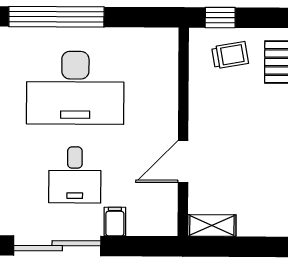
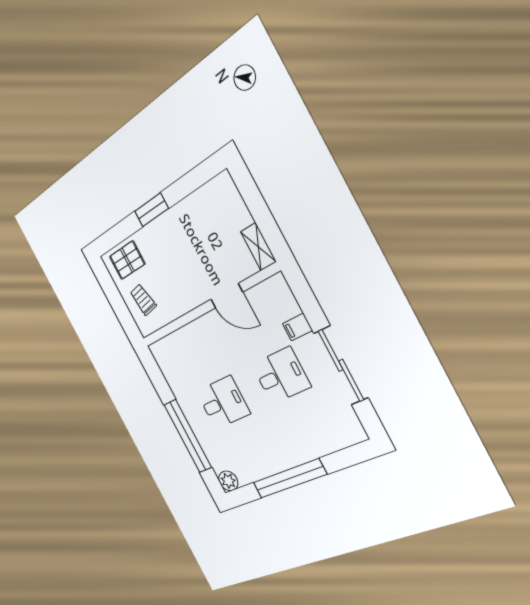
window: (220, 18) -> (126, 320), removed
desk: (75, 88) -> (223, 403), width x0.53, depth x0.77

